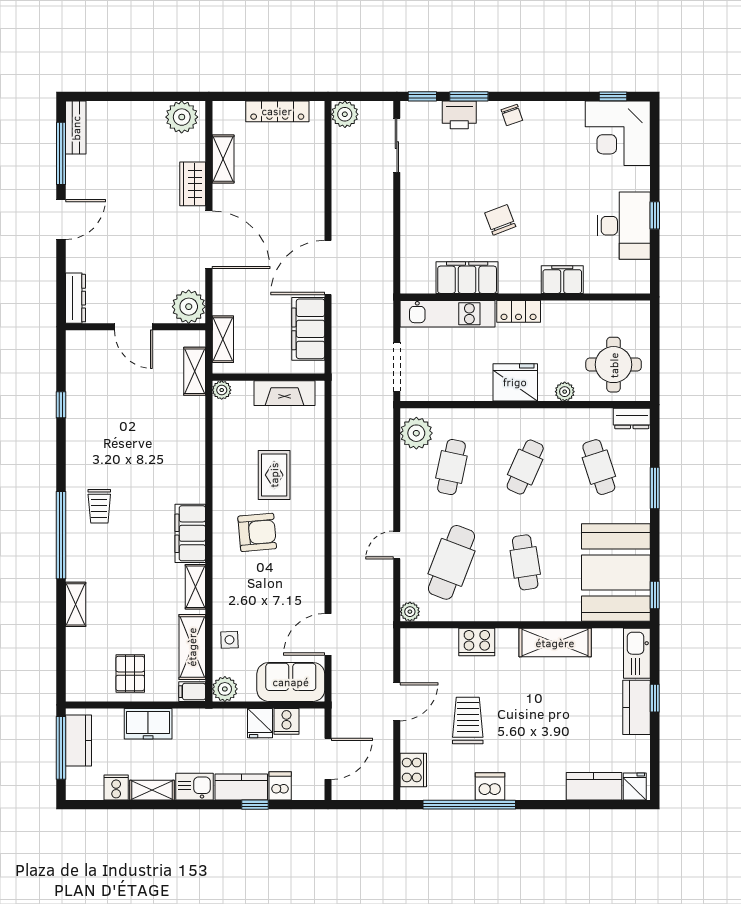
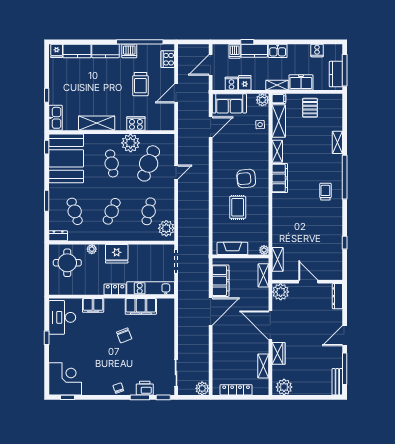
desk: (624, 226) -> (62, 317), moved
plant: (410, 612) -> (131, 143), moved, width x1.87, depth x1.87
kitchen counter: (636, 707) -> (106, 51), moved, turned 90
shelving: (152, 790) -> (277, 85), moved

